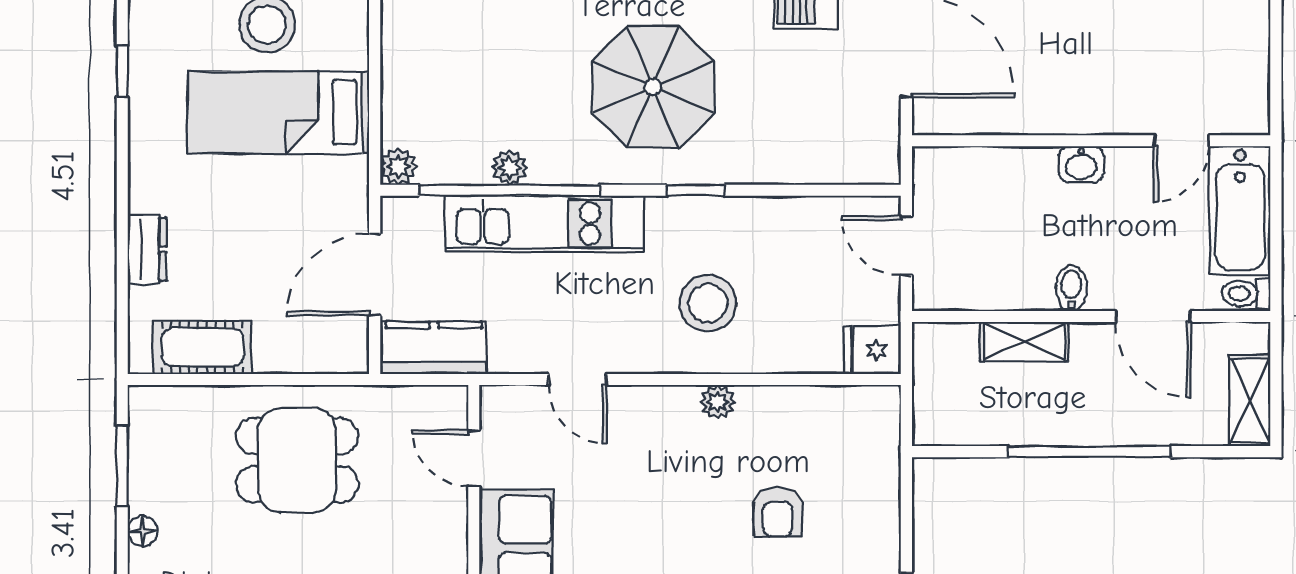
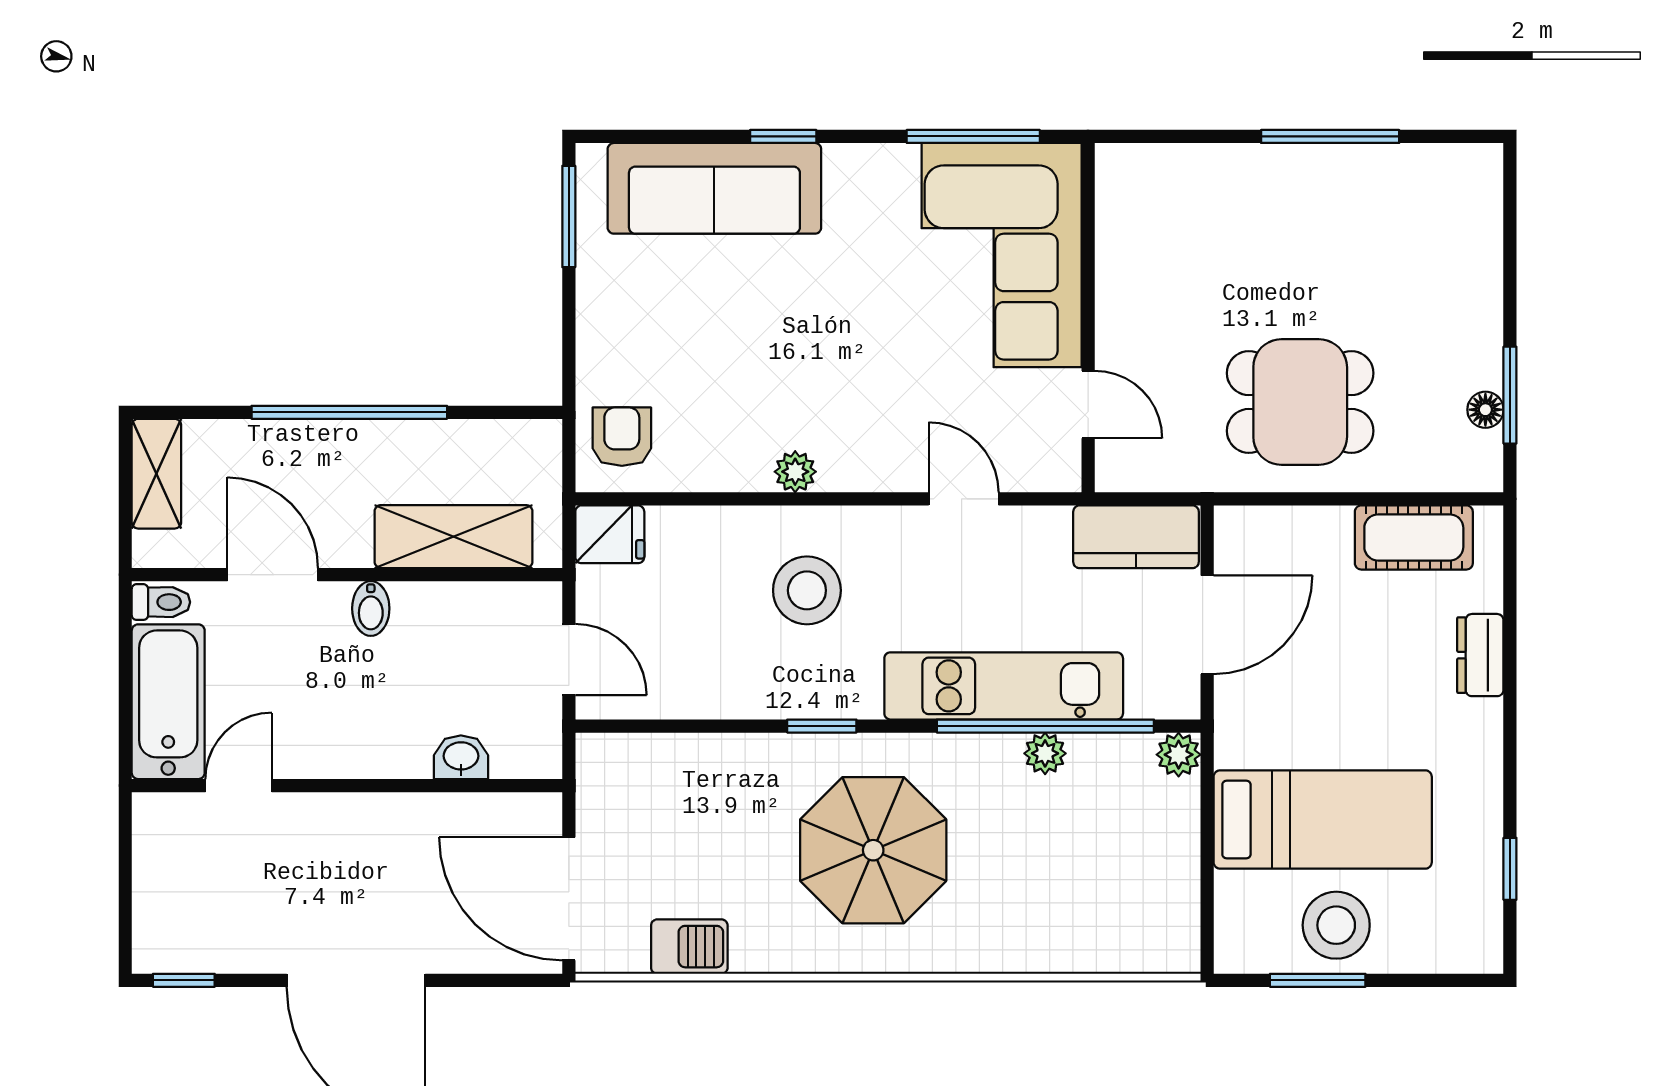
washbasin: (1081, 164) -> (461, 757), moved
shelving: (1024, 342) -> (453, 537), width x1.50, depth x1.33
armchair: (778, 512) -> (622, 437), moved
floor lamp: (143, 531) -> (1485, 410), moved

